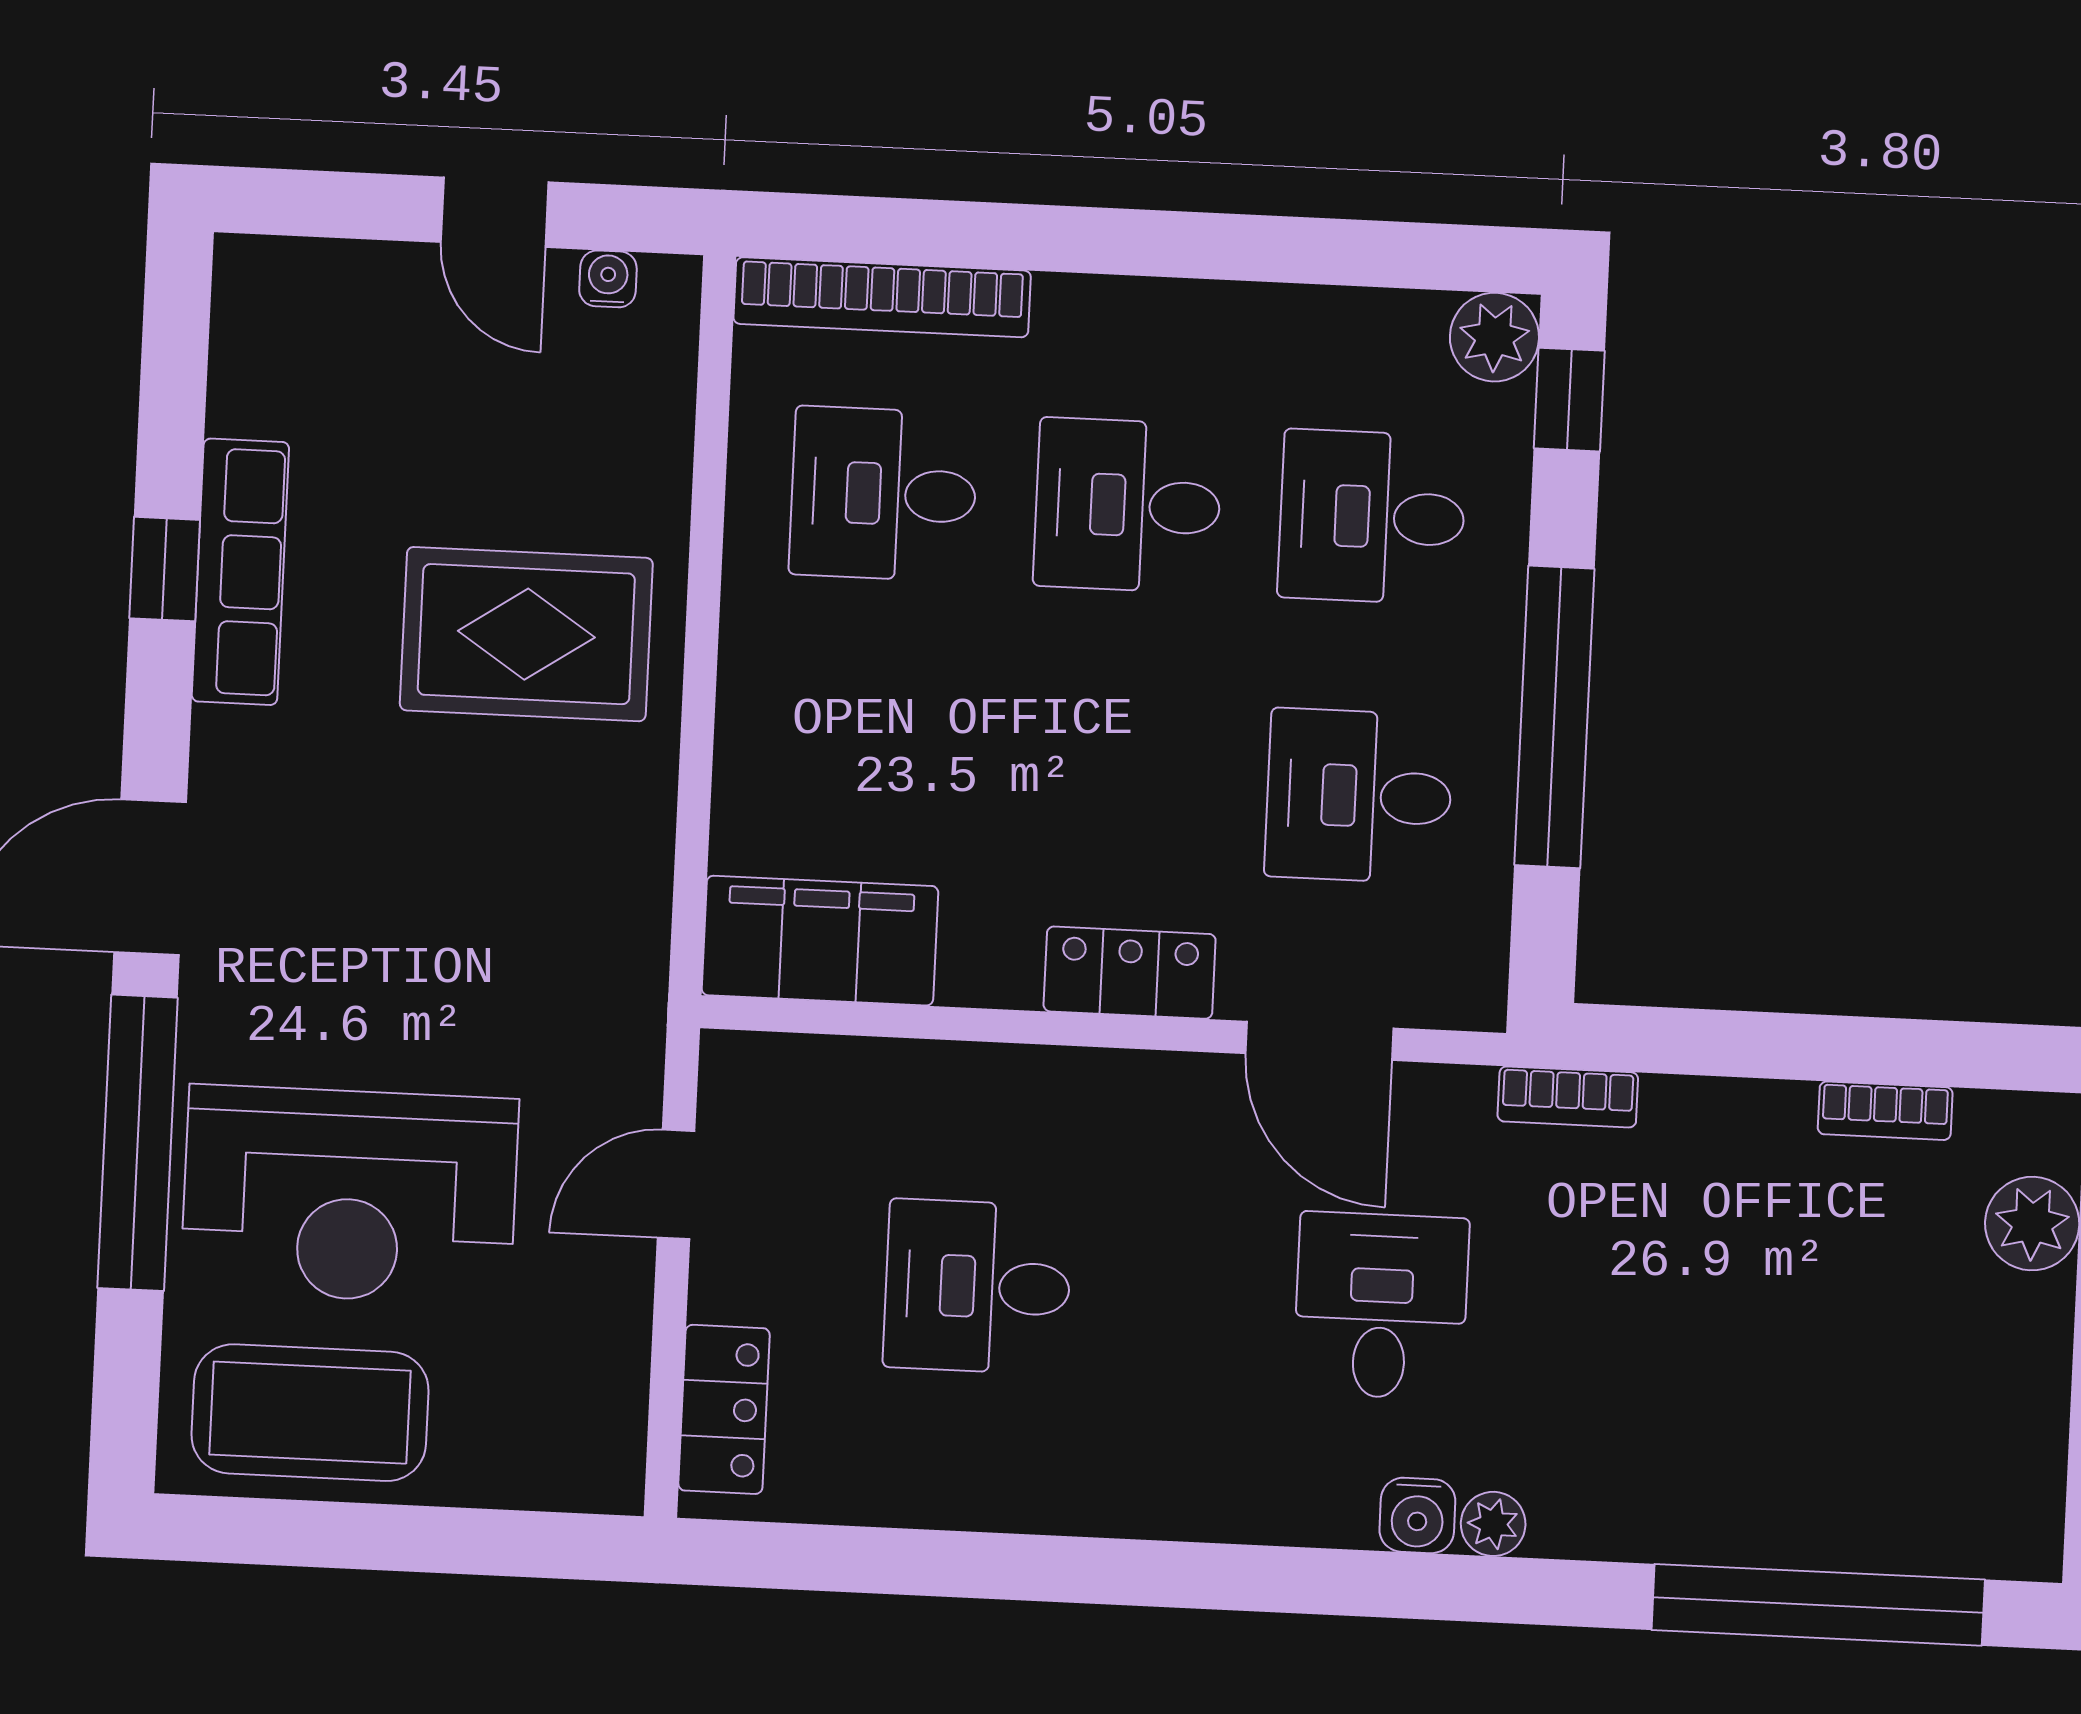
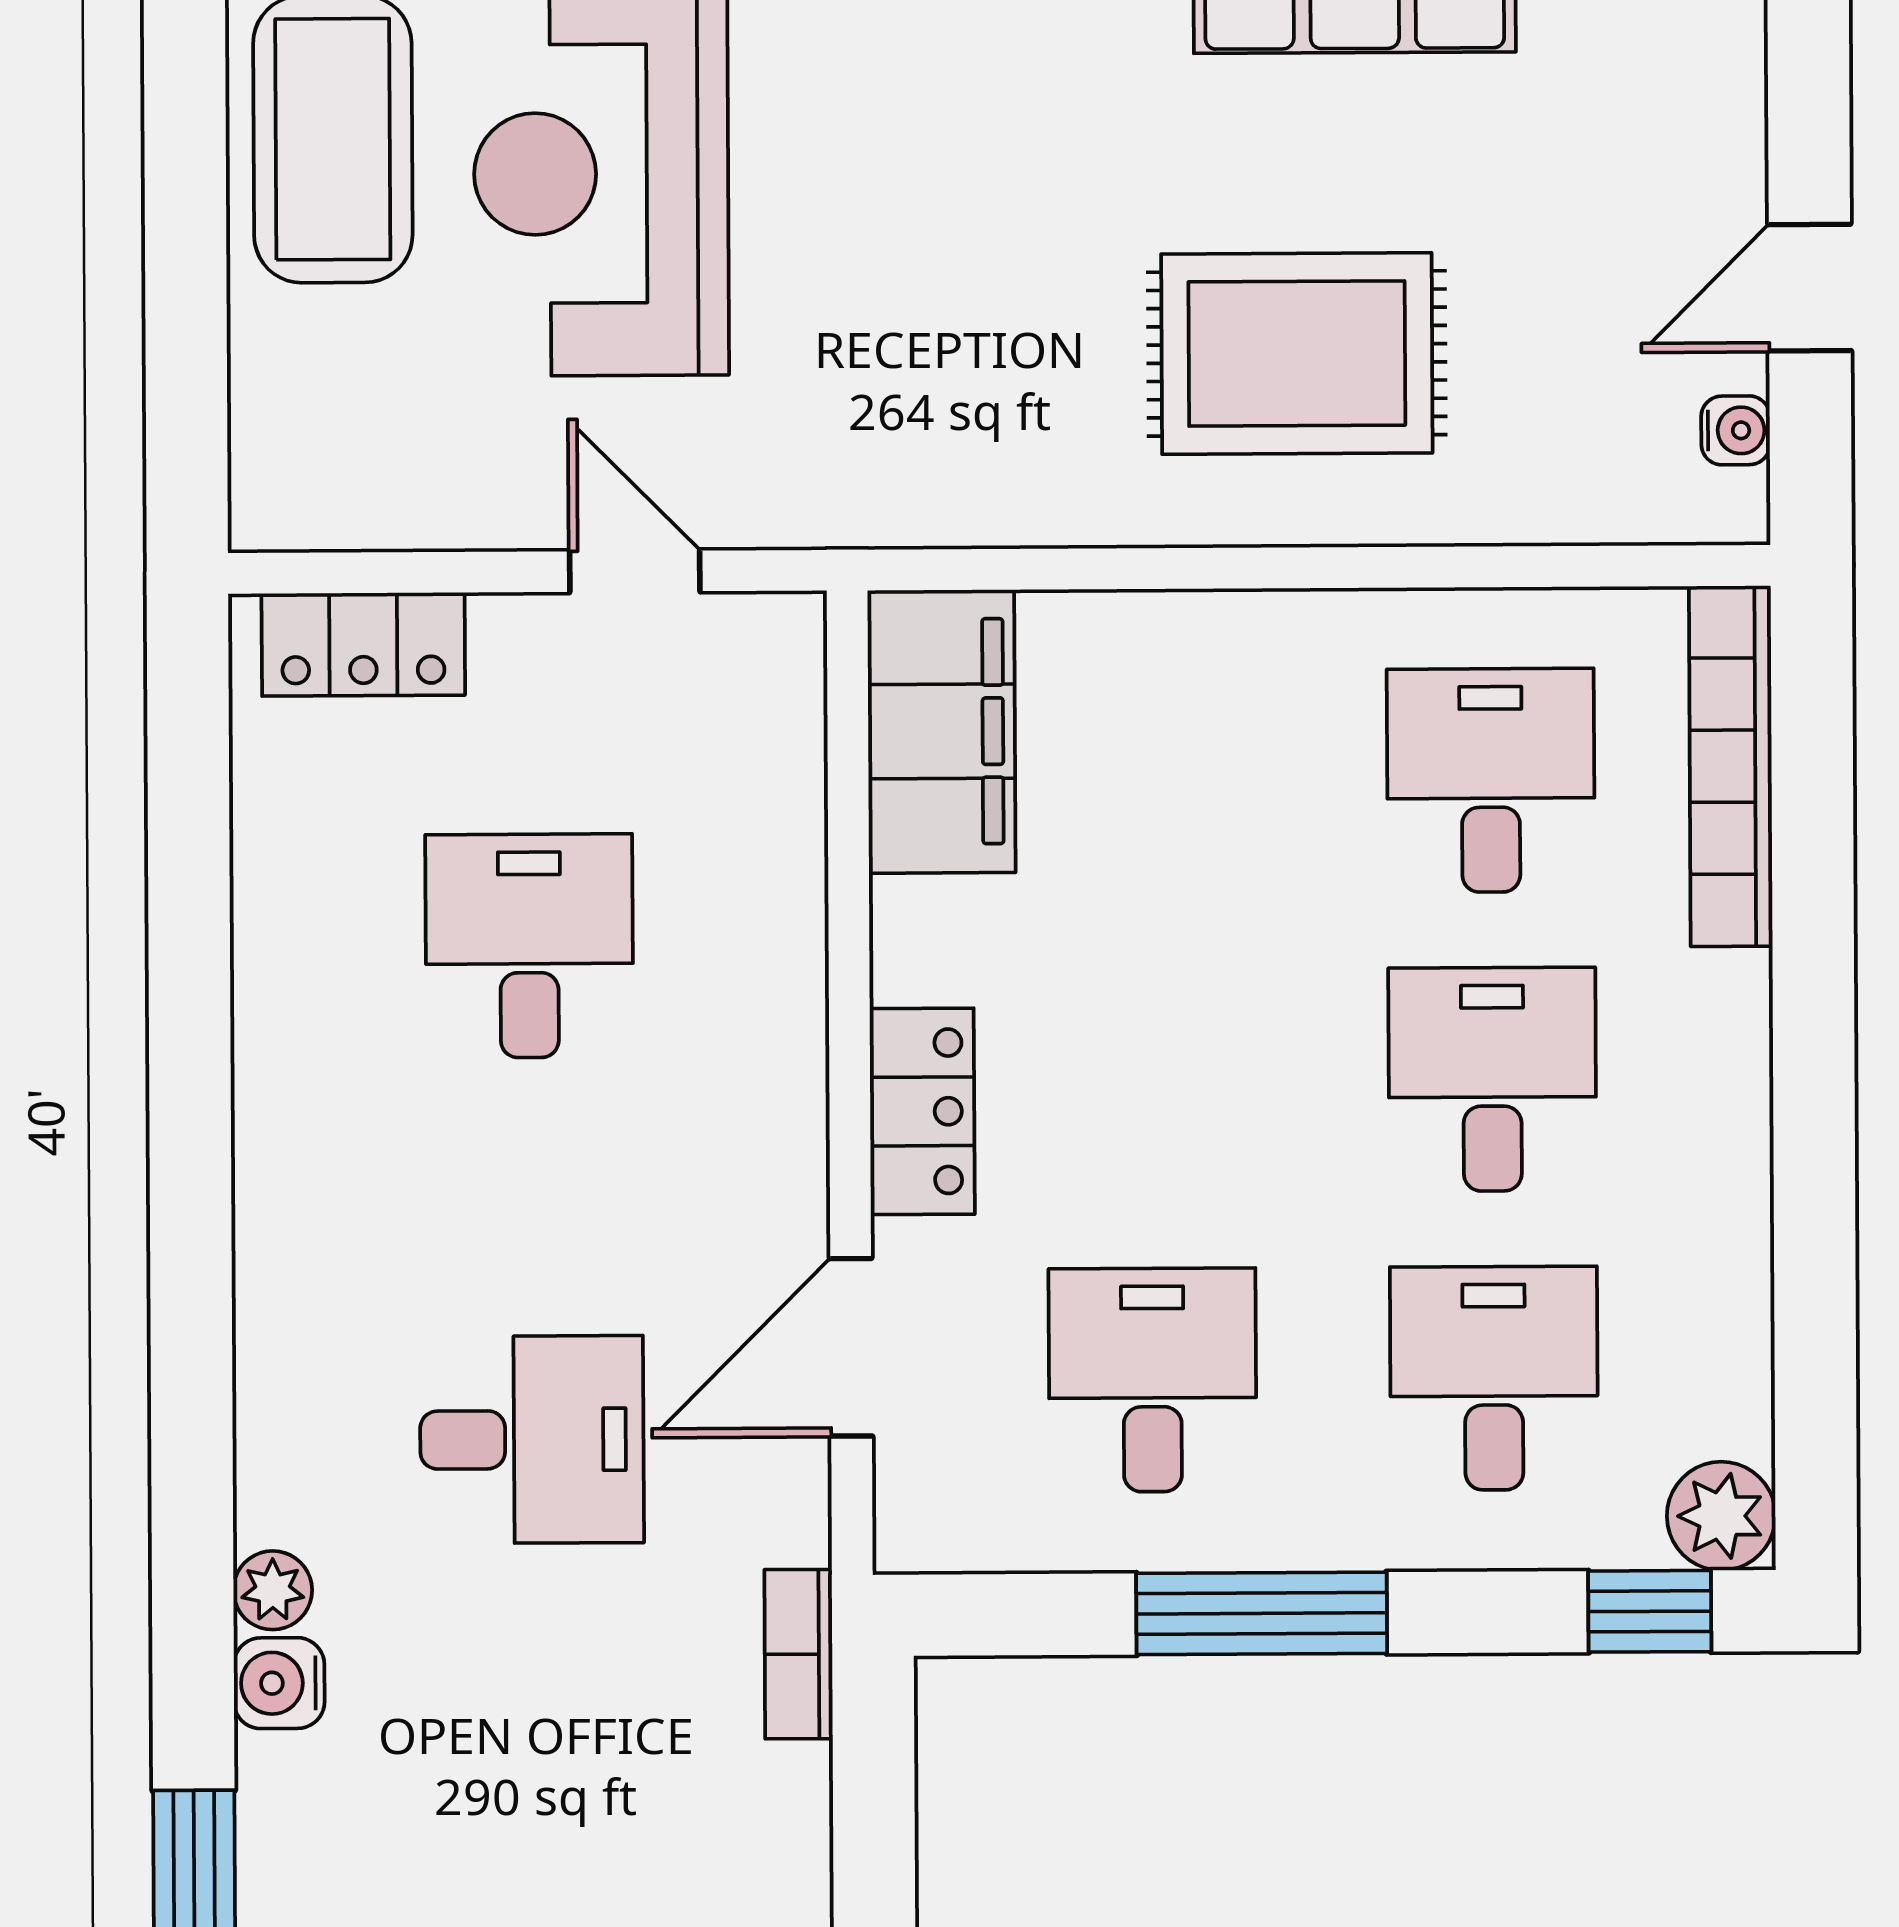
rug: (526, 634) -> (1297, 353), turned 90
window: (1554, 717) -> (1262, 1613), width x0.68
water cooler: (1417, 1515) -> (279, 1683), moved

